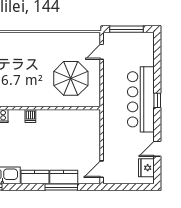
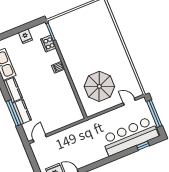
bar counter: (141, 99) -> (130, 136), moved
window: (157, 100) -> (143, 146), moved
door: (102, 169) -> (40, 138), hinge flipped

